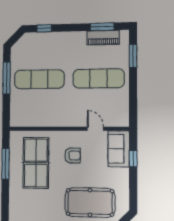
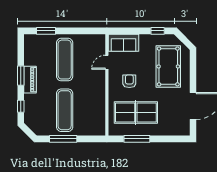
window: (102, 27) -> (21, 76), moved
piano: (103, 38) -> (30, 80), moved
window: (133, 159) -> (158, 31), moved

